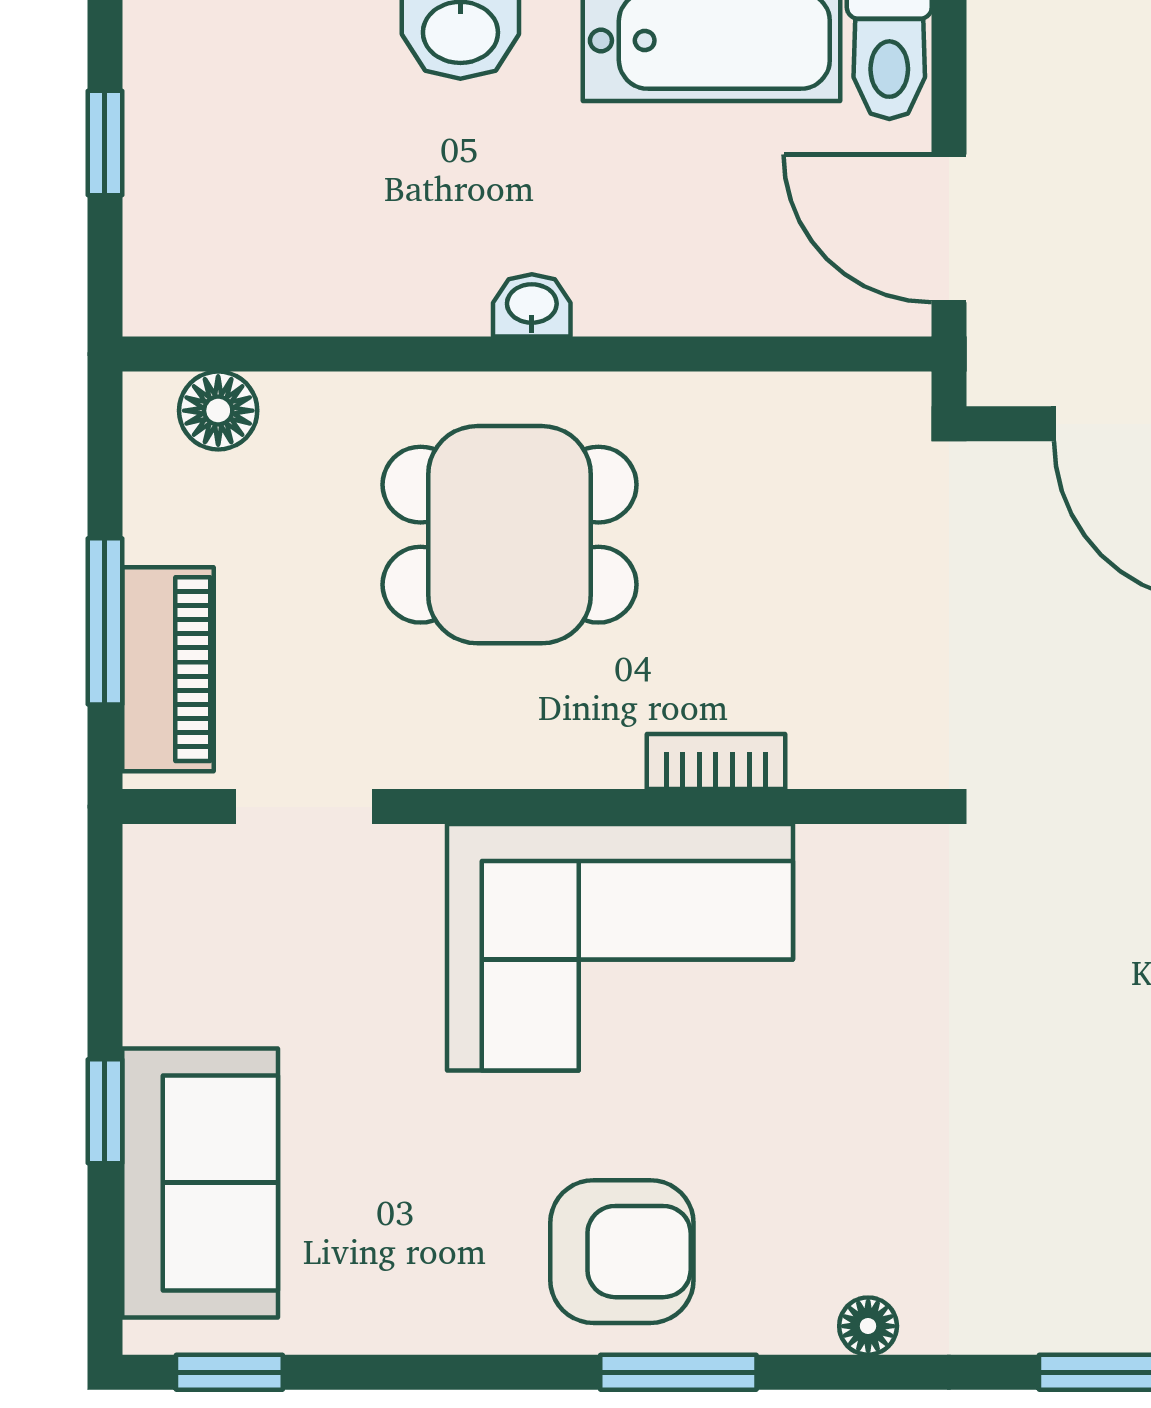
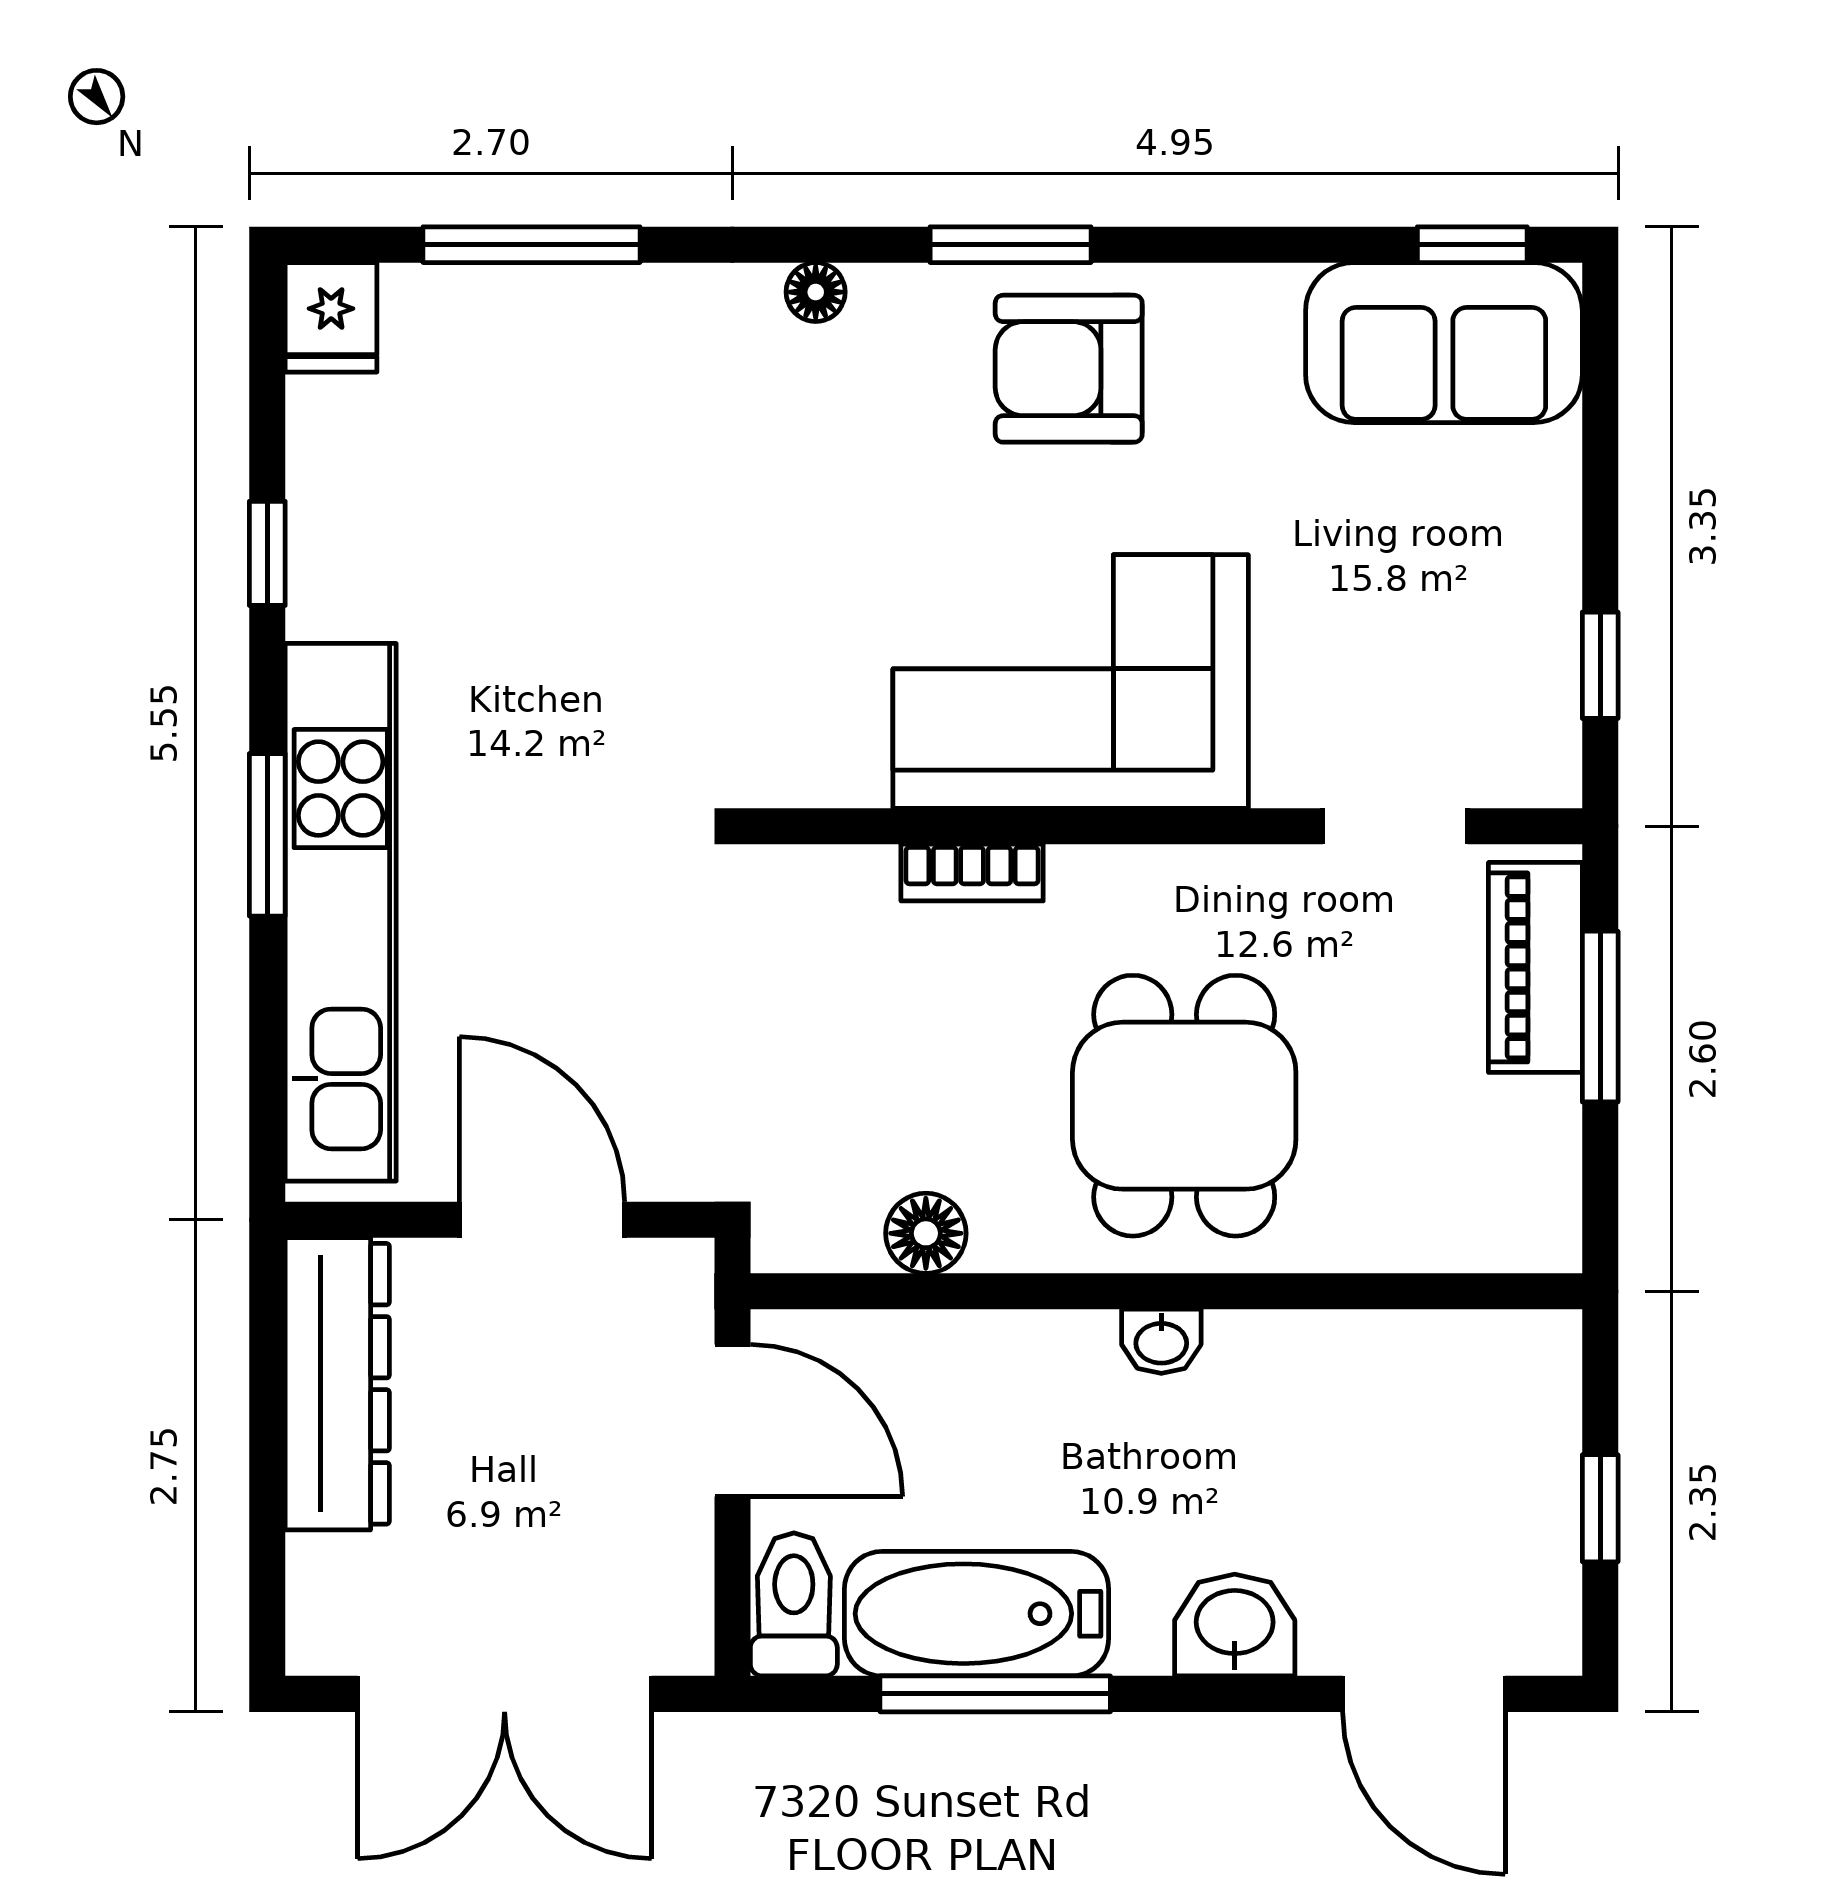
floor lamp: (218, 411) -> (926, 1233), moved
dining table: (510, 535) -> (1184, 1106), turned 90
window: (105, 1111) -> (1600, 665), moved
sofa: (200, 1183) -> (1444, 343), moved, turned -90

